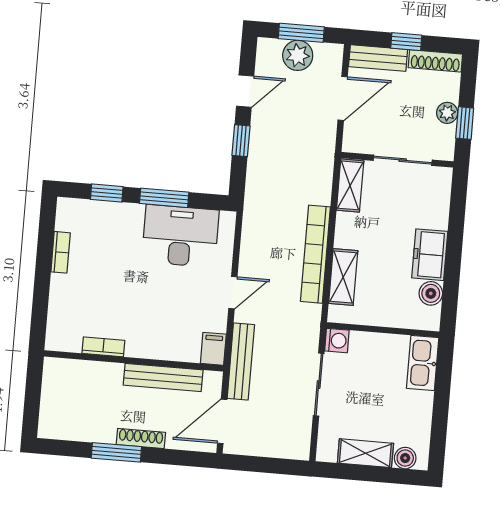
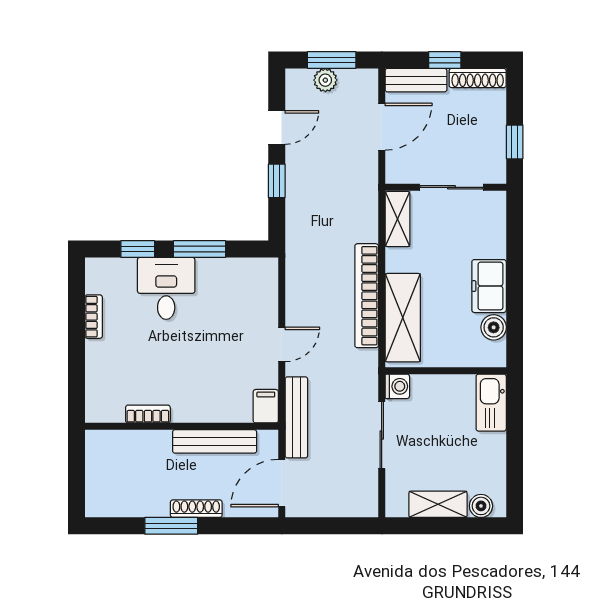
plant: (298, 55) -> (325, 80), width x0.73, depth x0.73
plant: (447, 113) -> (495, 133), removed
desk: (180, 236) -> (166, 288), moved, width x0.73
shelving: (343, 277) -> (403, 318), width x1.50, depth x1.33

